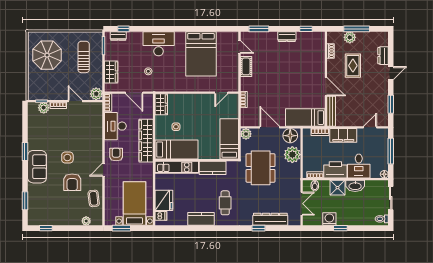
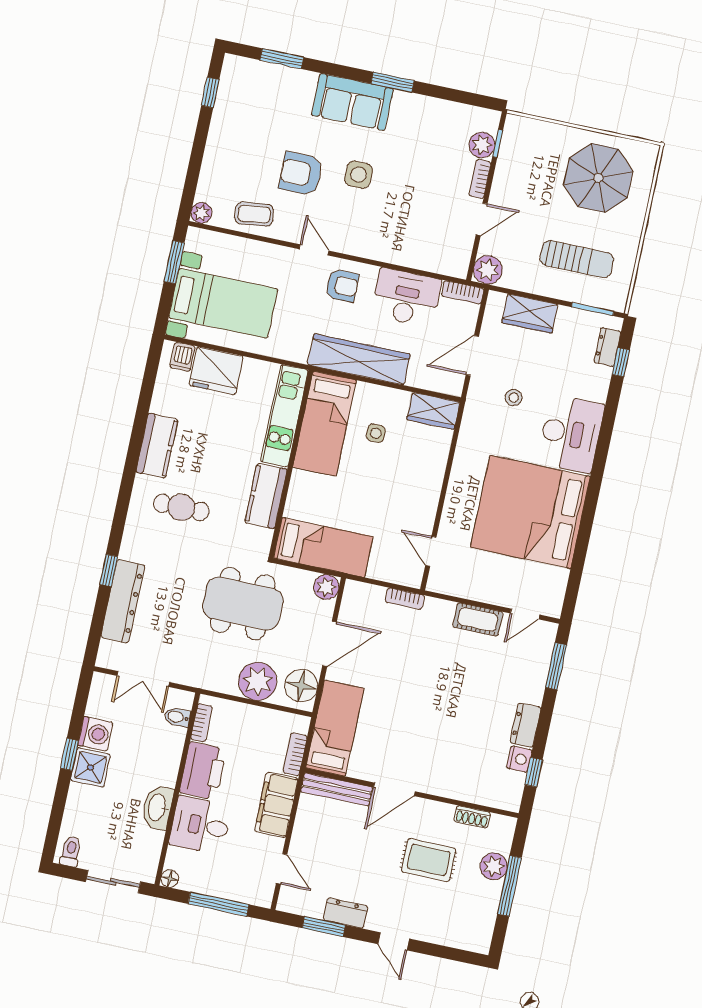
nightstand: (302, 36) -> (519, 759), added
bed: (201, 54) -> (530, 512), width x1.36
dresser: (383, 56) -> (345, 913), moved
shower: (338, 188) -> (90, 767), moved
plant: (86, 221) -> (201, 213), moved

